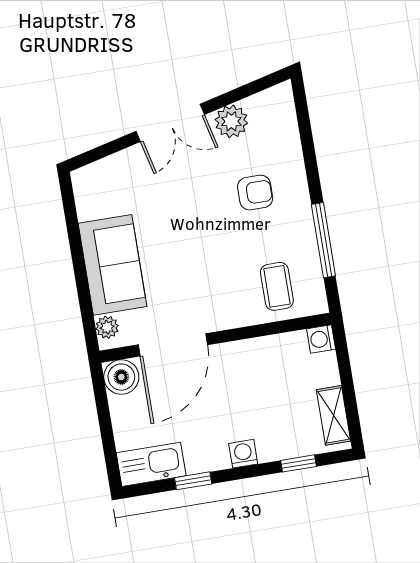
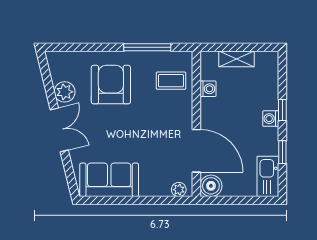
armchair: (255, 193) -> (111, 85), width x1.88, depth x1.88
sofa: (112, 265) -> (109, 180), moved
washing machine: (321, 339) -> (208, 89), moved, turned -90
shelving: (334, 415) -> (237, 59), moved
window: (298, 463) -> (282, 110), moved

